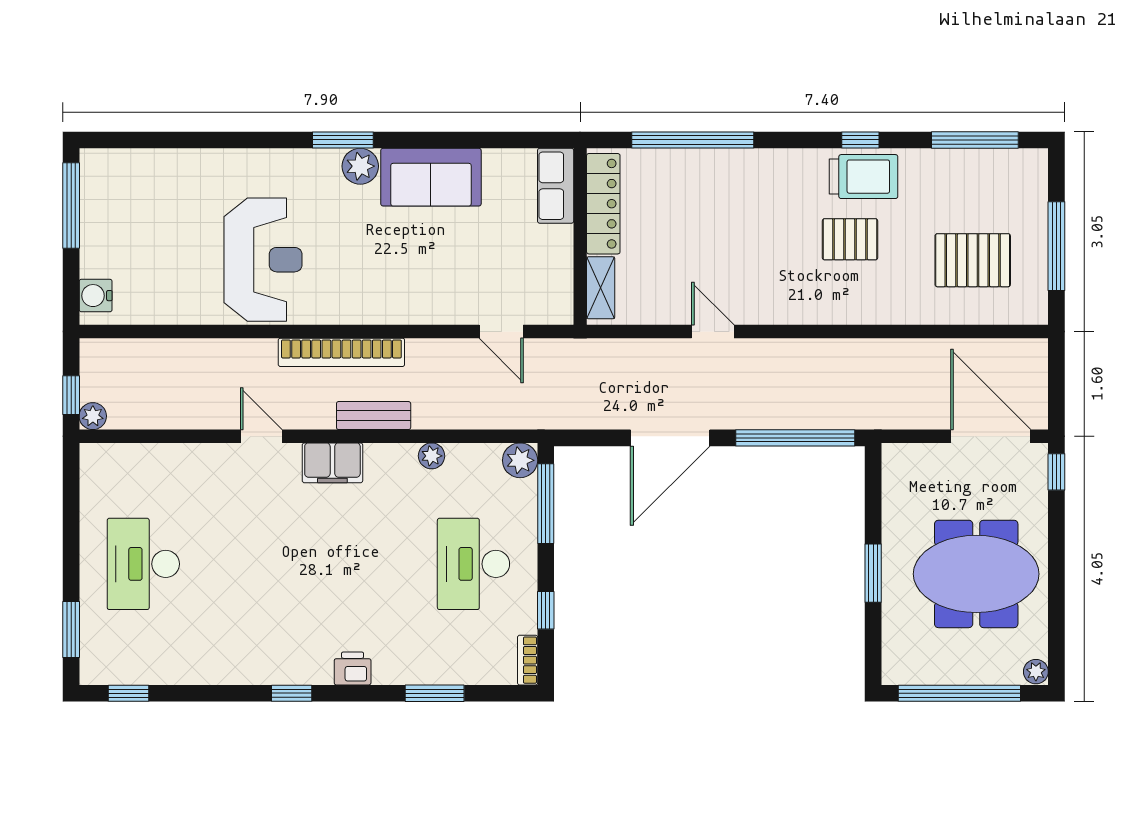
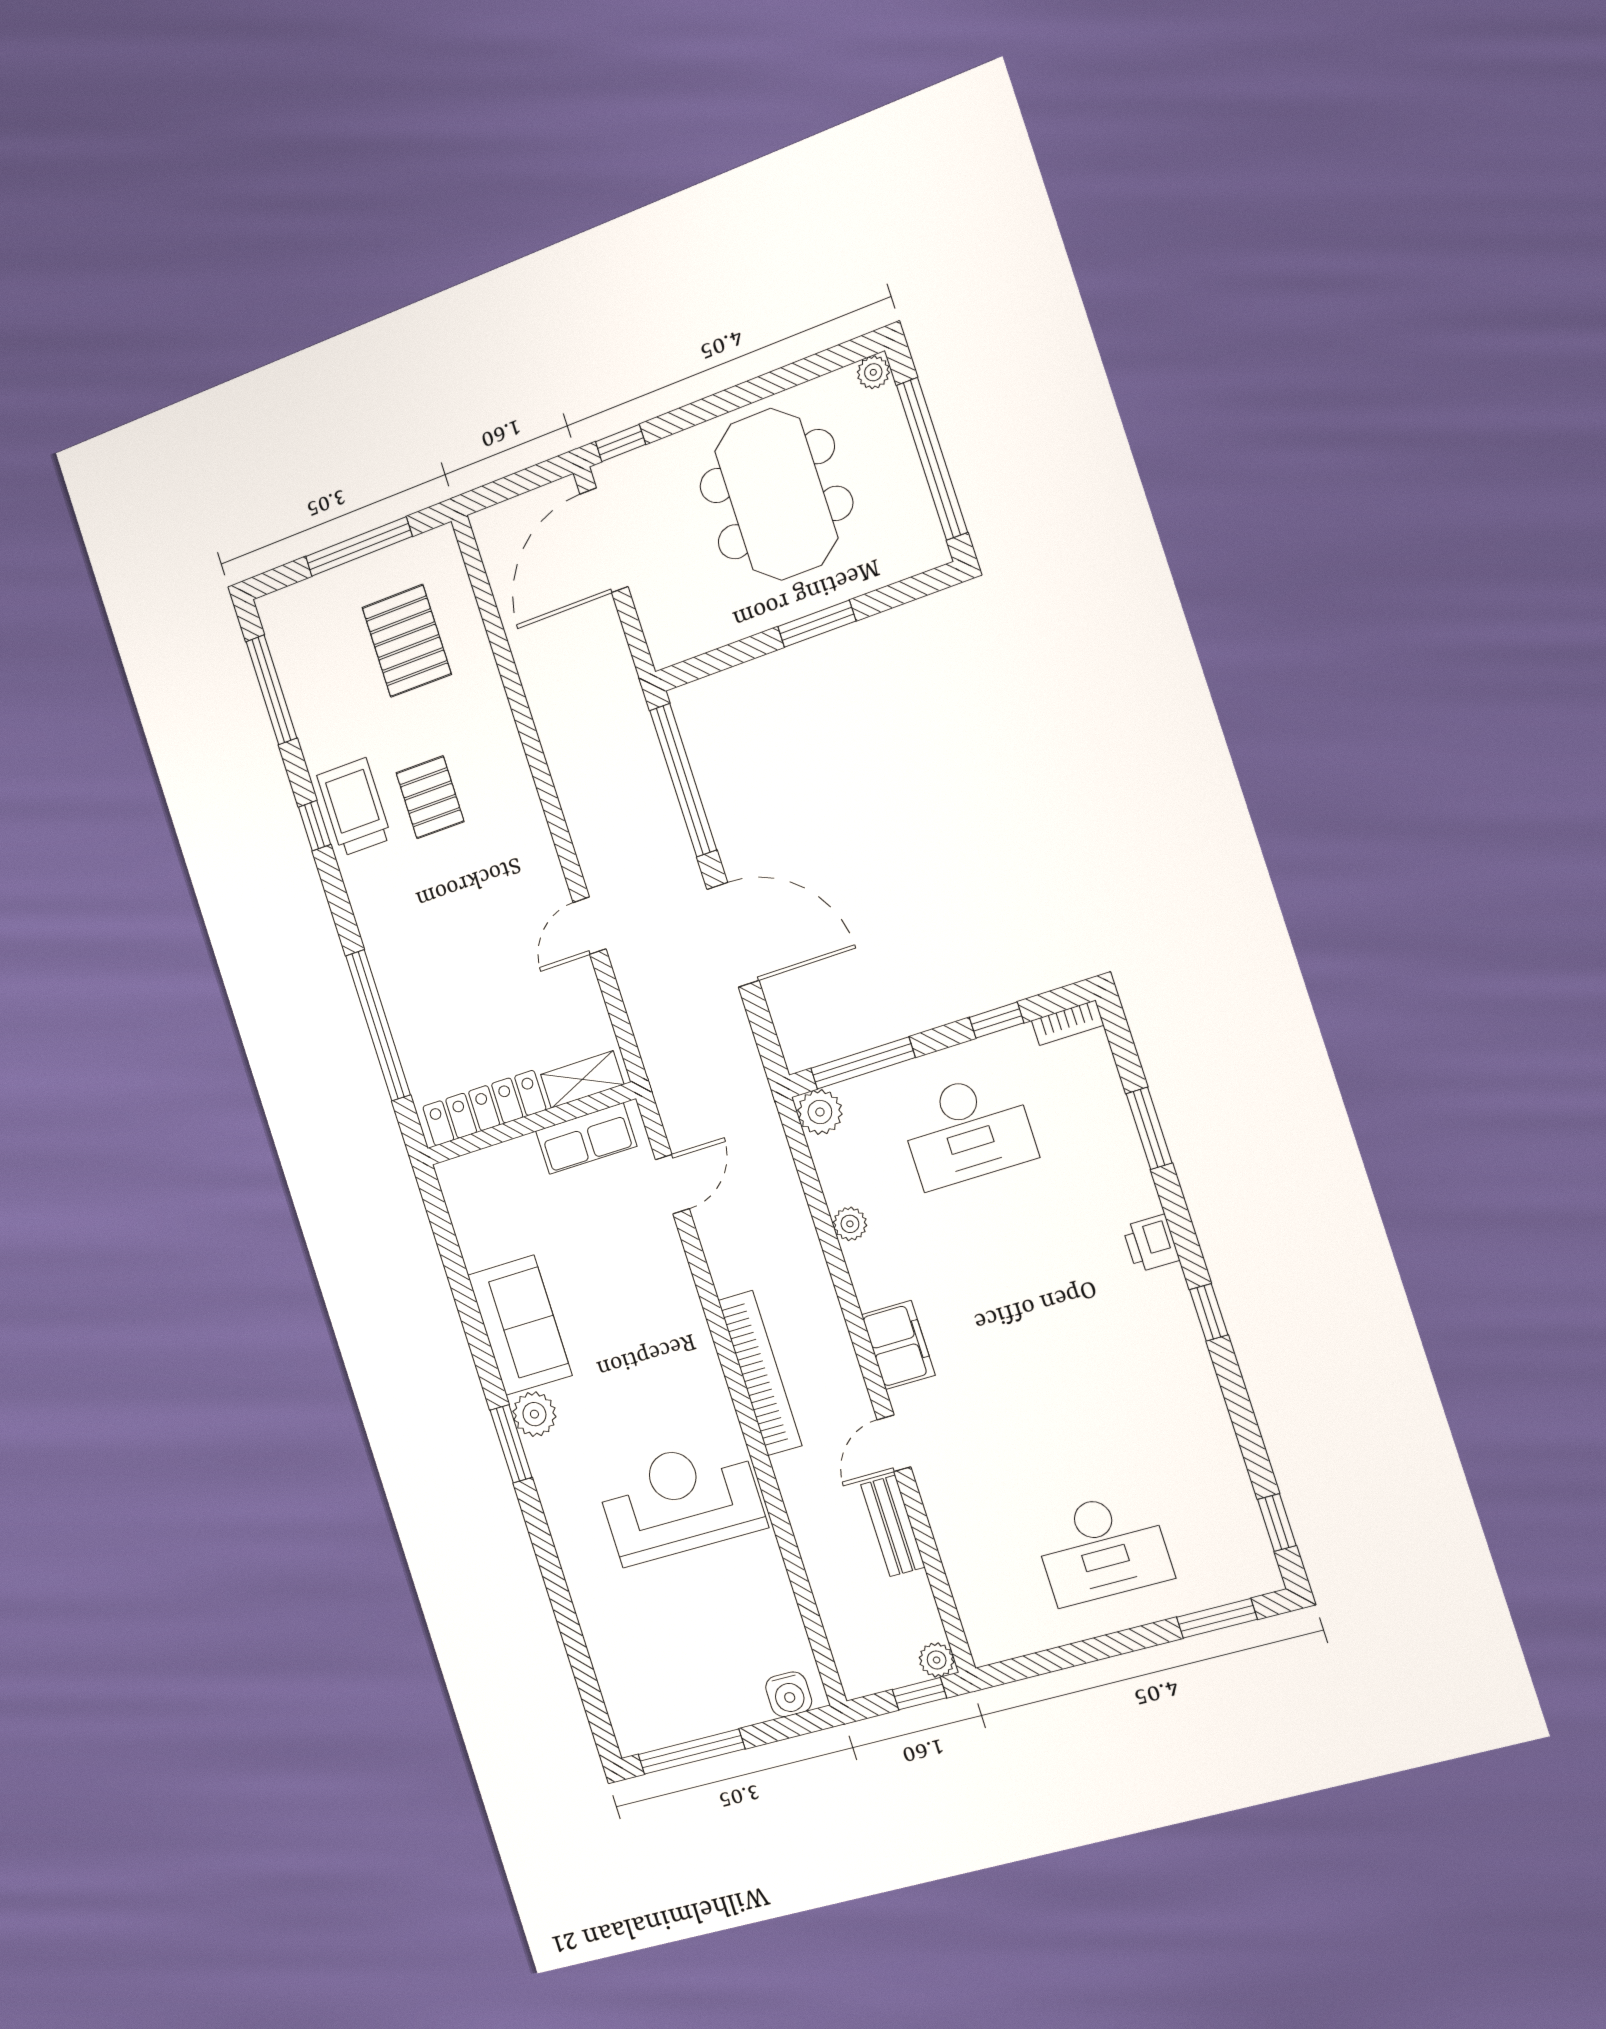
row of seats: (556, 186) -> (586, 1139), moved
bench: (374, 416) -> (893, 1526), moved

